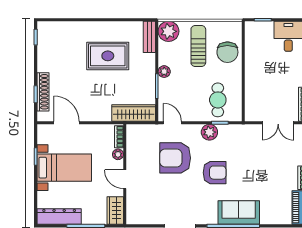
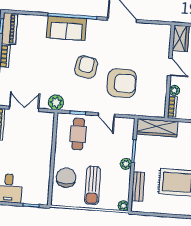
plant: (169, 31) -> (123, 206), width x0.53, depth x0.53
bench: (149, 37) -> (138, 187), moved
door: (172, 123) -> (106, 115), moved
plant: (209, 132) -> (56, 102), moved
armchair: (215, 173) -> (86, 67), turned 100

